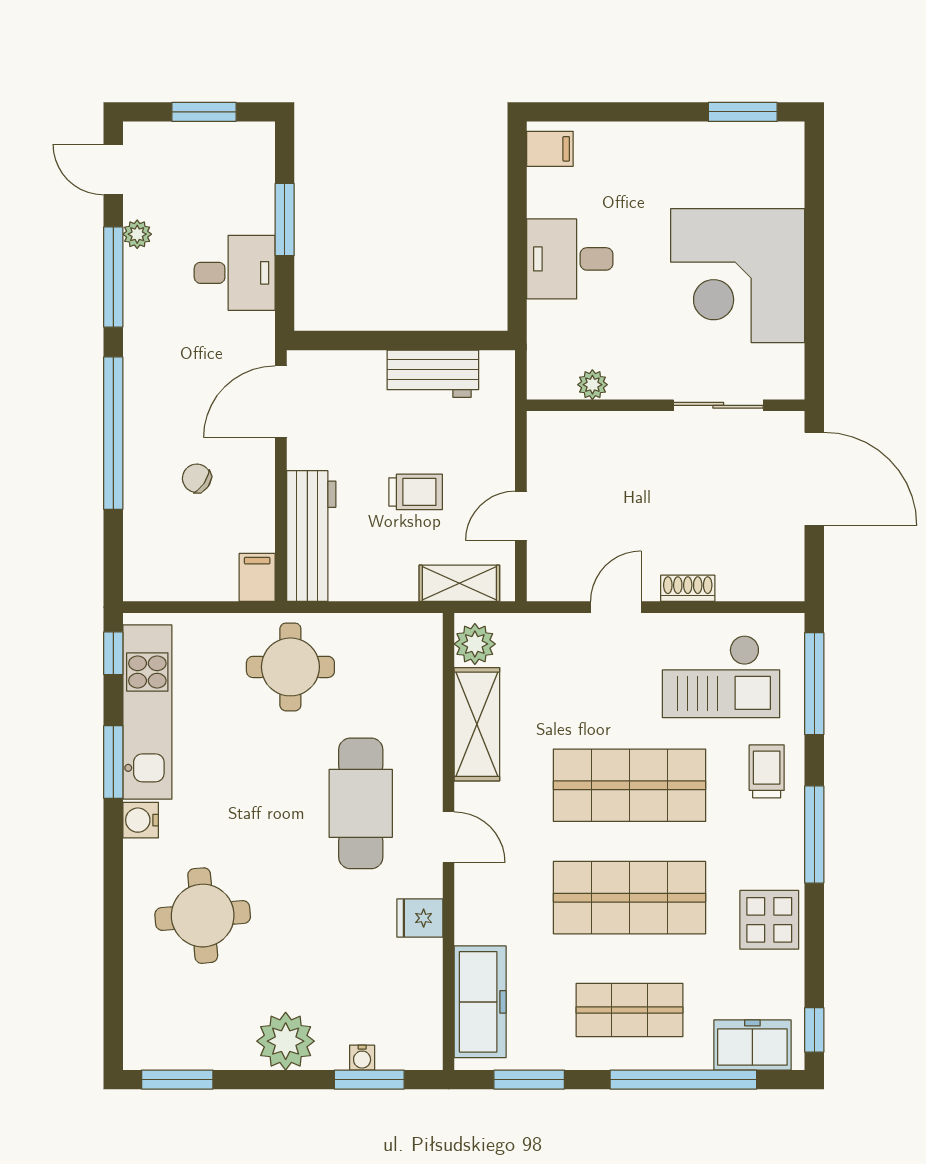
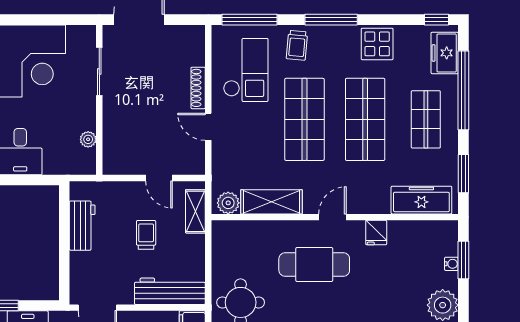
shoe rack: (688, 588) -> (198, 88), width x1.43
trolley: (767, 771) -> (297, 45), turned -85

